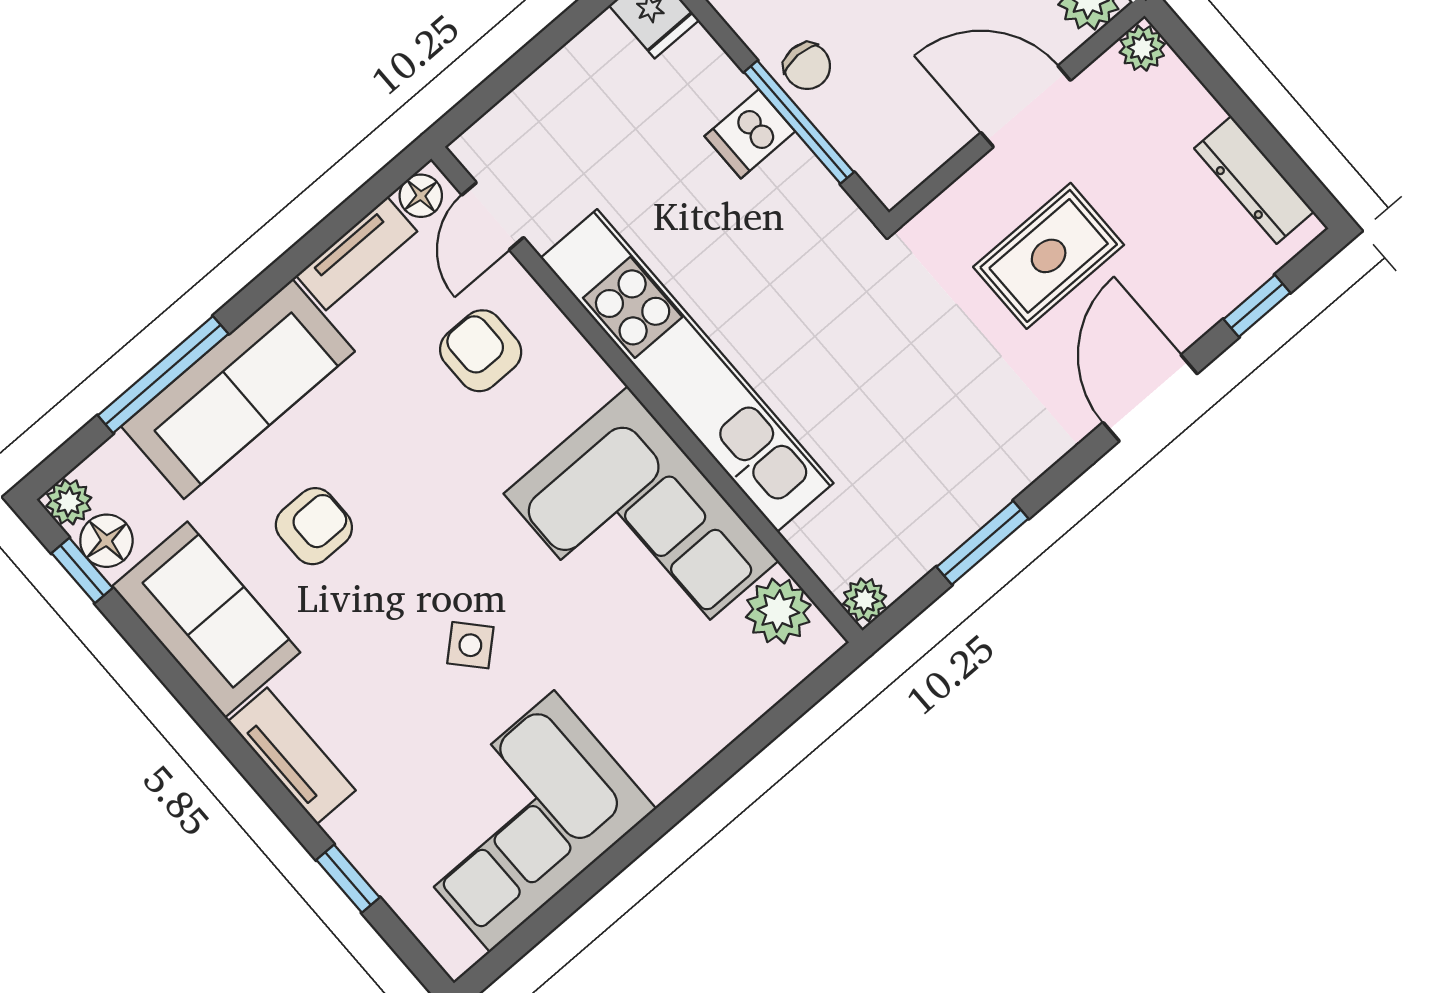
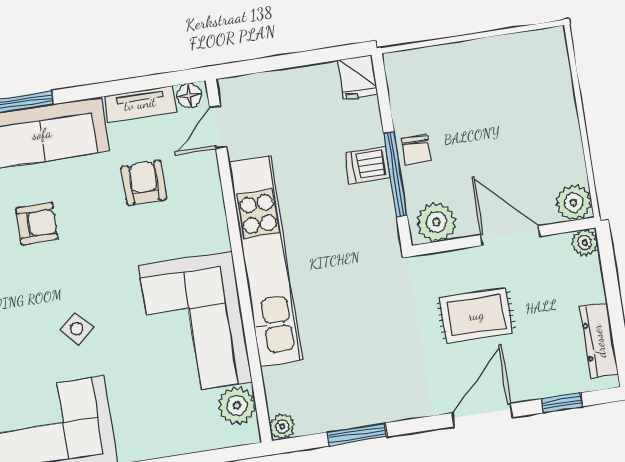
plant: (904, 155) -> (436, 222), added
armchair: (481, 351) -> (144, 183), moved

